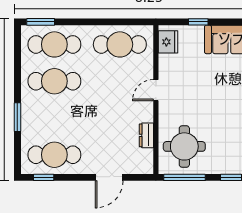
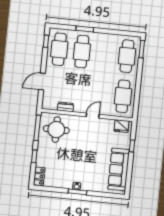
cafe table: (54, 81) -> (82, 52), moved
door: (156, 90) -> (93, 116), hinge flipped
door: (109, 177) -> (42, 81), hinge flipped

